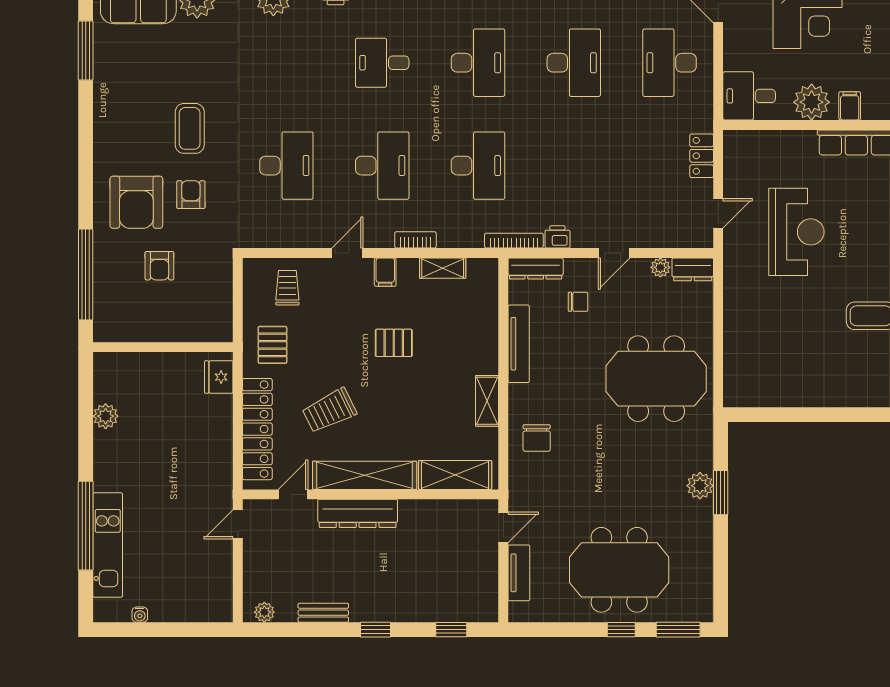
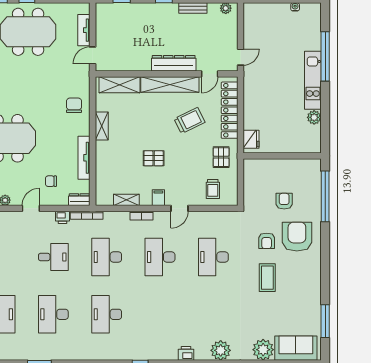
desk: (382, 63) -> (53, 257), moved
dresser: (536, 269) -> (79, 200), width x0.70
kitchen unit: (108, 545) -> (313, 80), moved

